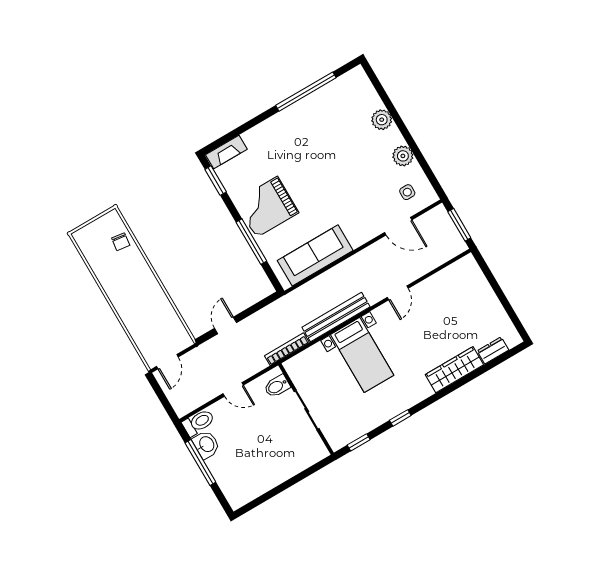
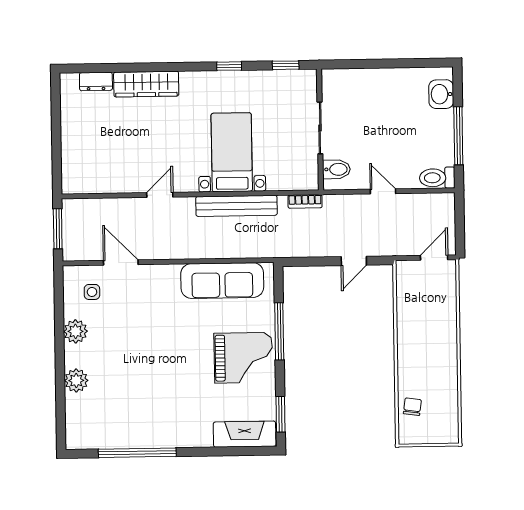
fireplace: (226, 152) -> (245, 434), width x1.37, depth x1.32
bookcase: (287, 349) -> (305, 201), width x0.64
washbasin: (206, 444) -> (441, 94), moved

